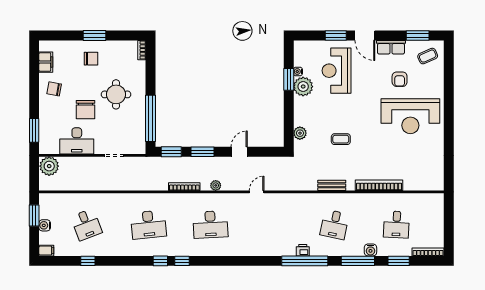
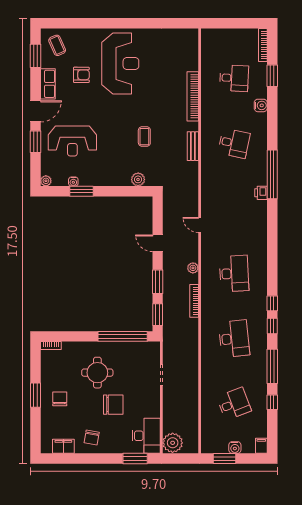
plant: (303, 87) -> (46, 181), moved, width x0.53, depth x0.53
desk: (77, 141) -> (146, 436), moved
printer: (303, 250) -> (261, 193), moved
window: (358, 261) -> (272, 366), moved

